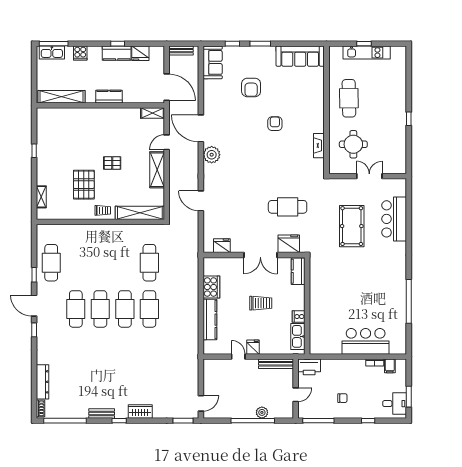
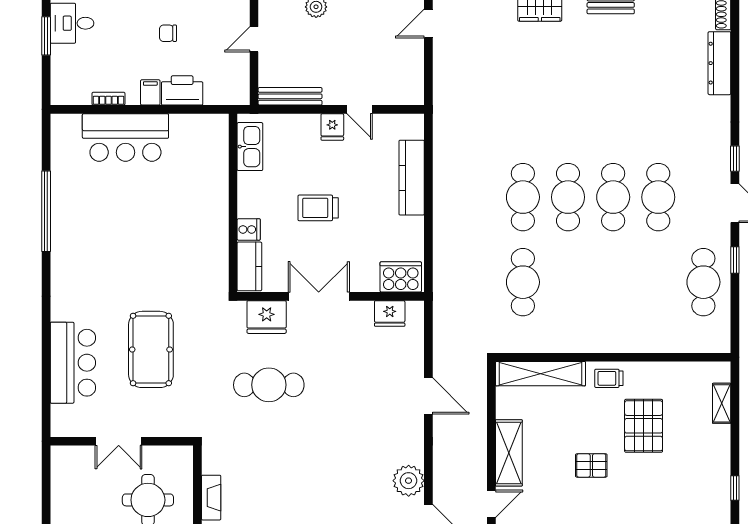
cooker: (211, 287) -> (401, 277), moved, turned 90
cooker: (299, 317) -> (249, 229), moved
filing cabinet: (390, 366) -> (150, 92), moved
printer: (309, 367) -> (182, 90), moved

